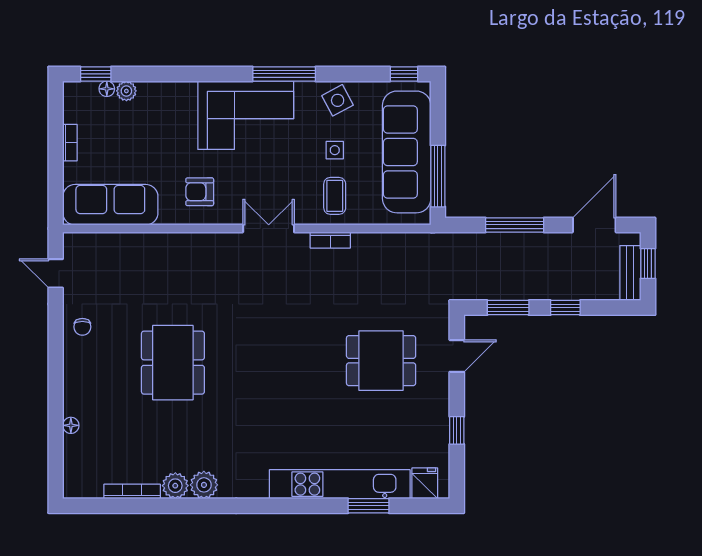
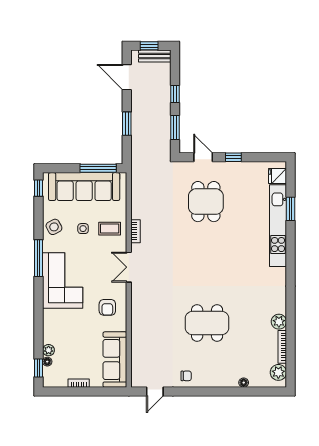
window: (515, 225) -> (127, 124), width x0.69
window: (457, 430) -> (233, 157), moved
plant: (204, 485) -> (278, 372), moved

